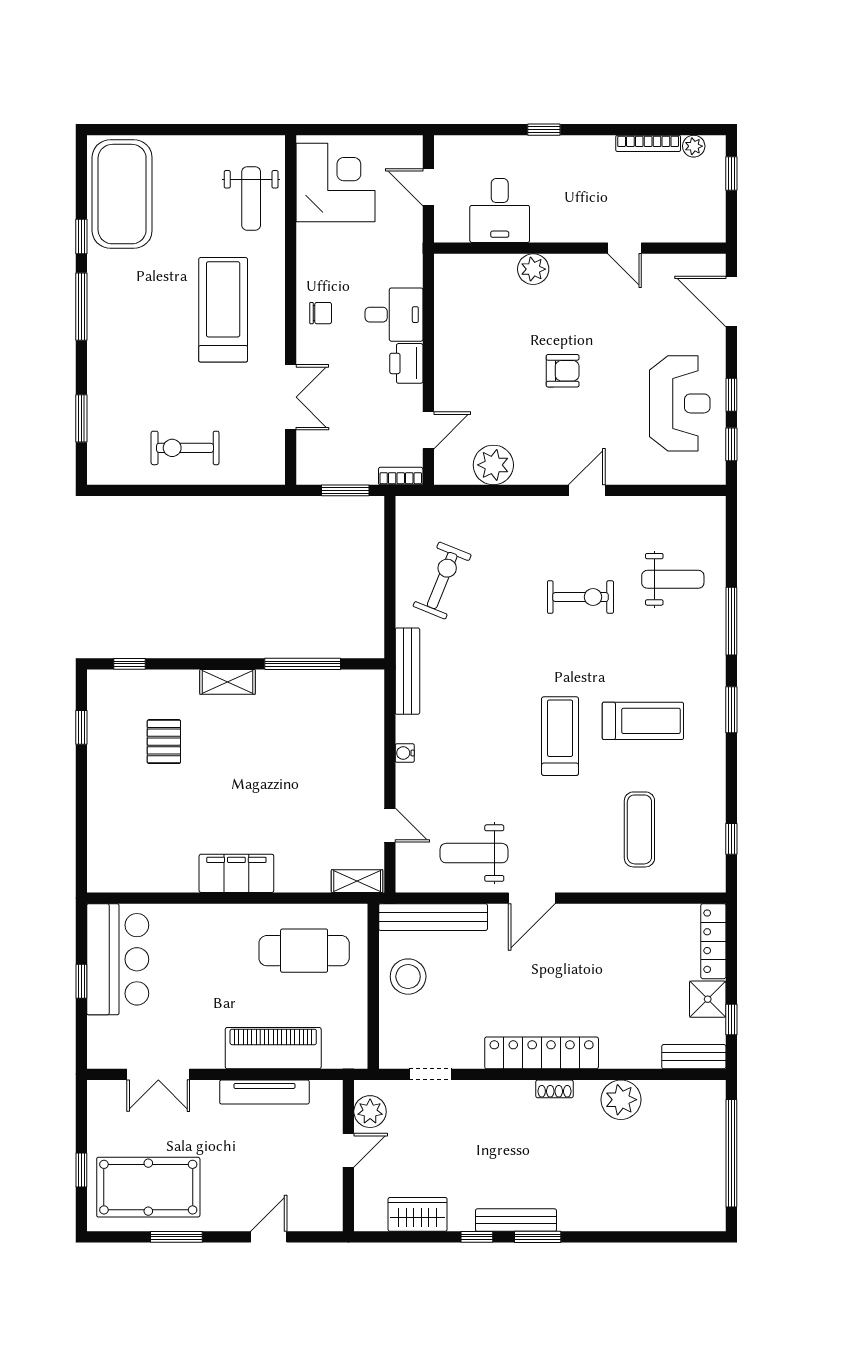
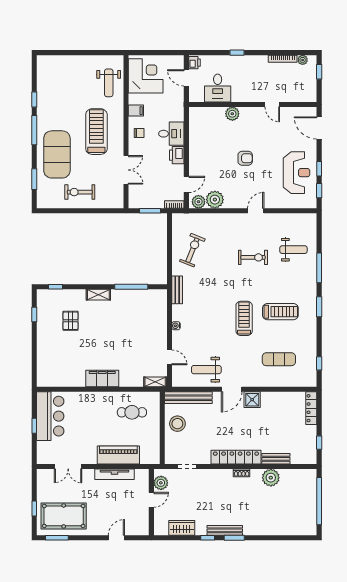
printer: (447, 152) -> (194, 63), added
exercise mat: (122, 194) -> (57, 154), moved
filing cabinet: (313, 262) -> (136, 111), added
plant: (456, 470) -> (198, 202), added
bench: (407, 671) -> (177, 290), width x0.73
exercise mat: (639, 829) -> (279, 359), turned 90
cafe table: (304, 951) -> (132, 412), width x0.73, depth x0.74
shower: (708, 999) -> (252, 400), moved
bench: (694, 1057) -> (276, 459), moved
window: (176, 1237) -> (57, 538), moved

